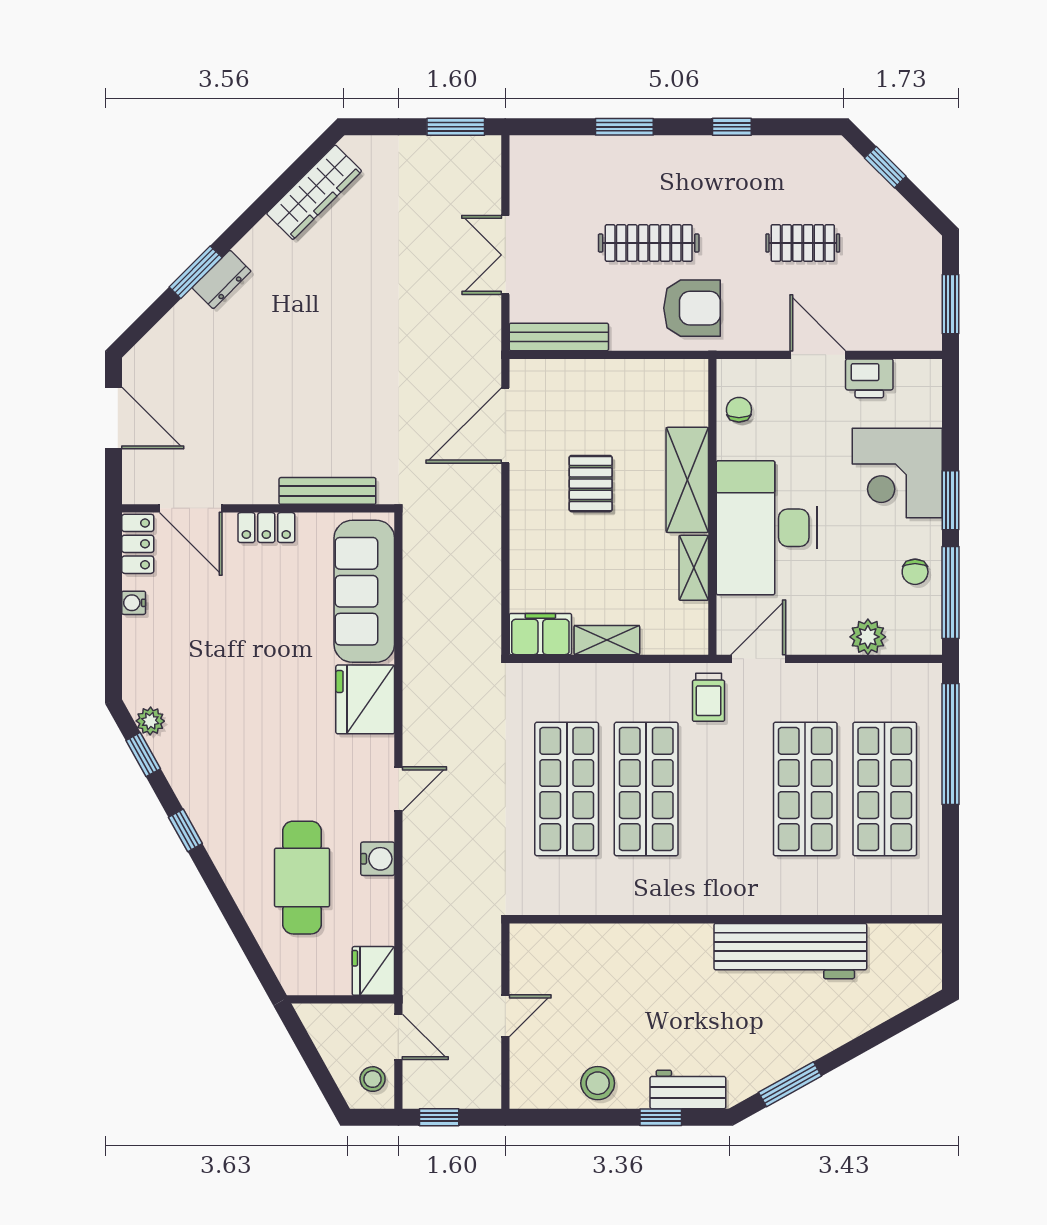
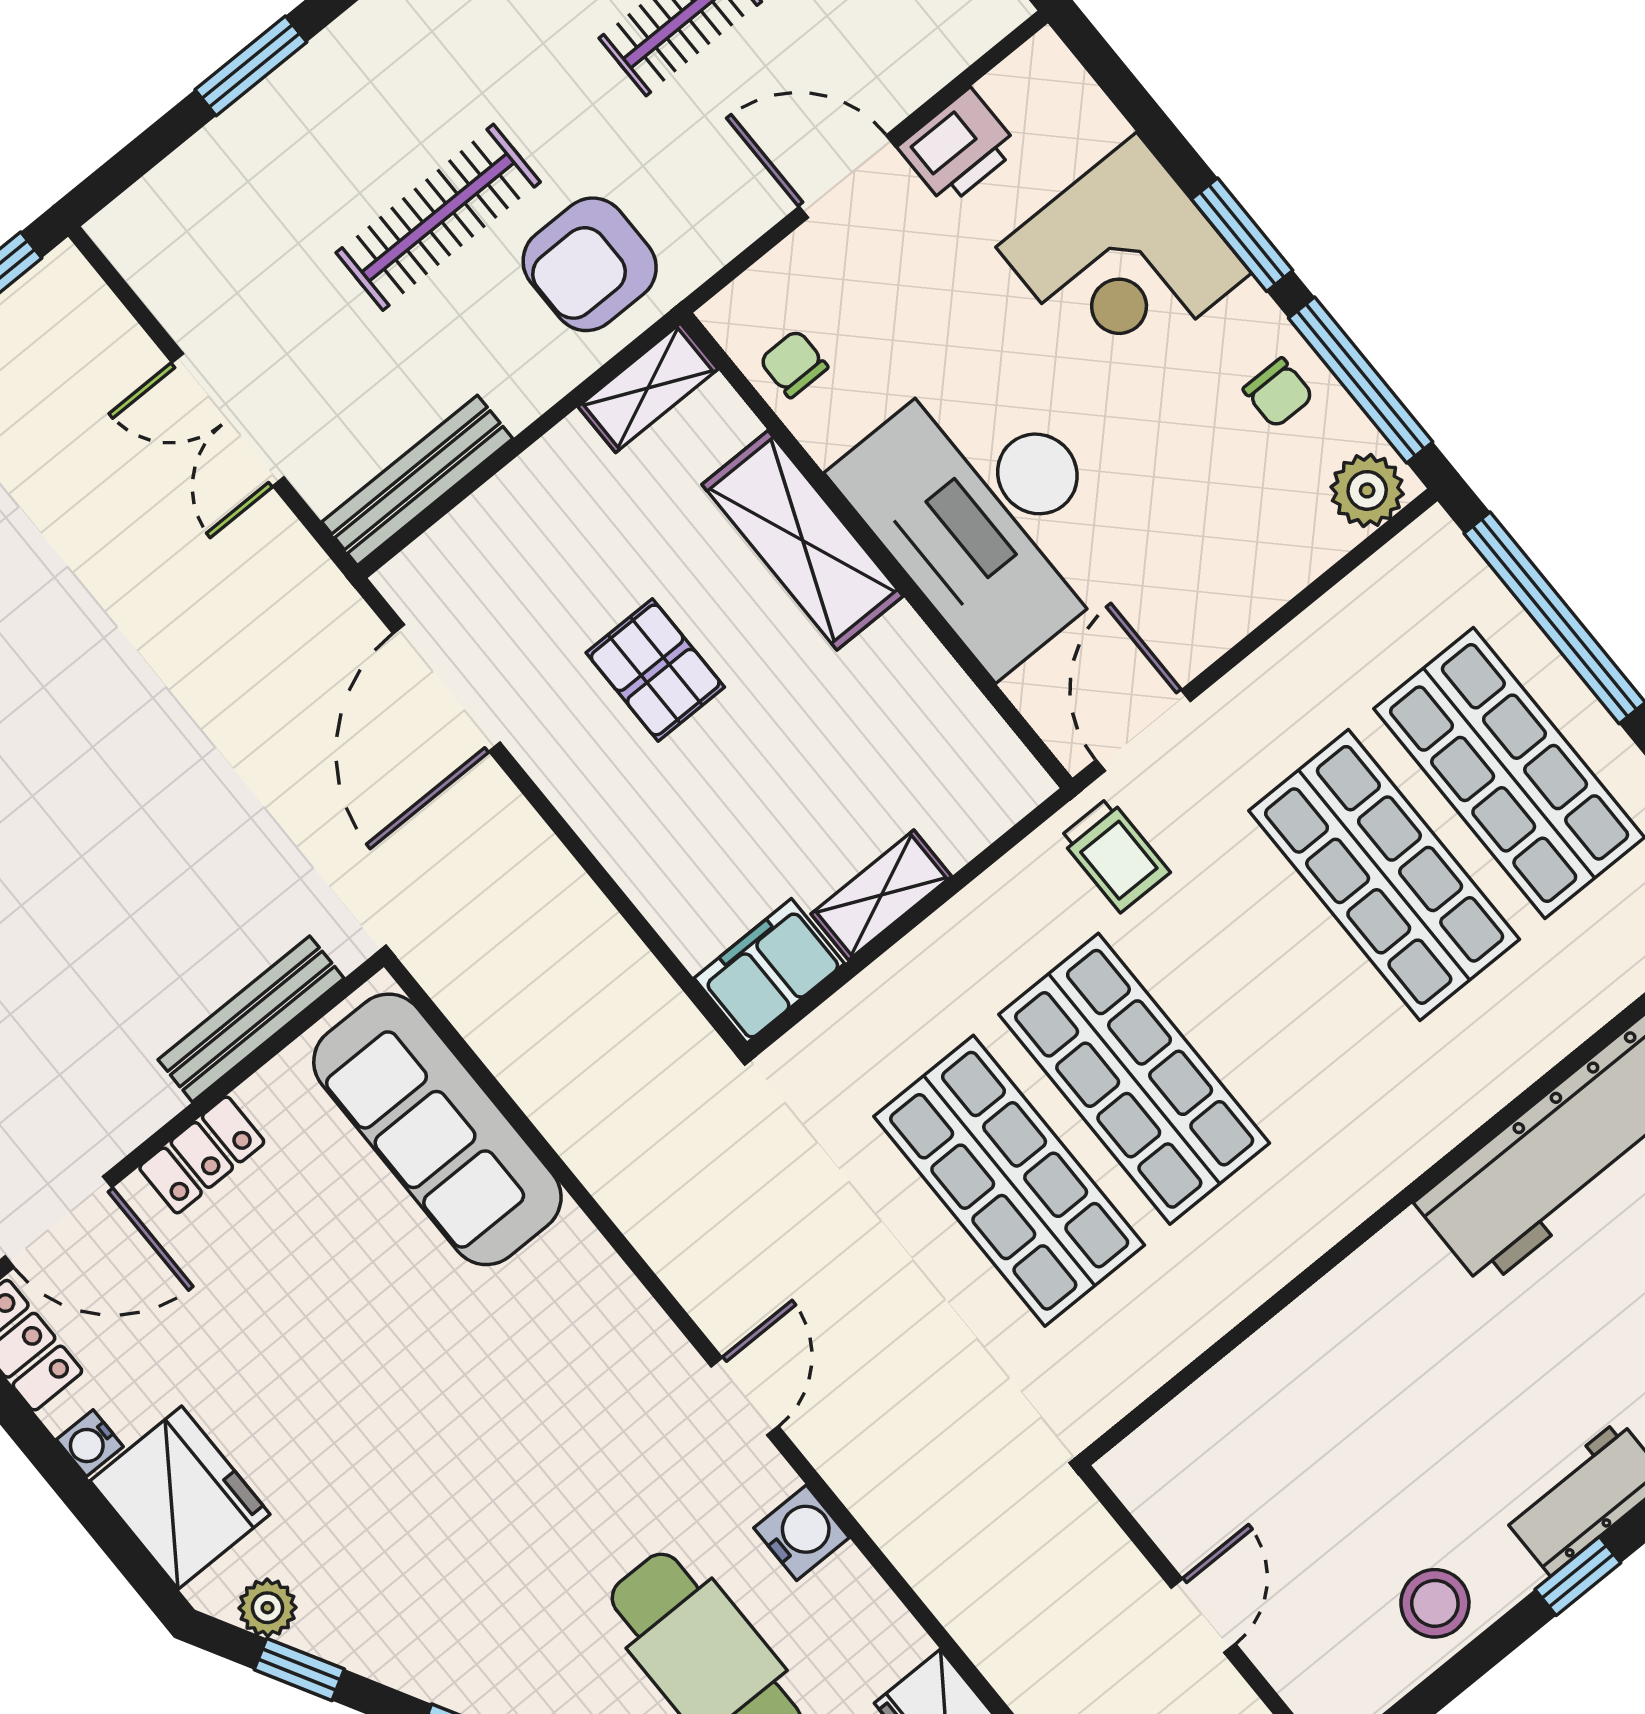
armchair: (692, 308) -> (590, 264), turned 180
shelving: (694, 568) -> (648, 388), moved, turned 90
plant: (868, 637) -> (1367, 490), moved
fridge: (365, 699) -> (180, 1498), moved, turned 180

